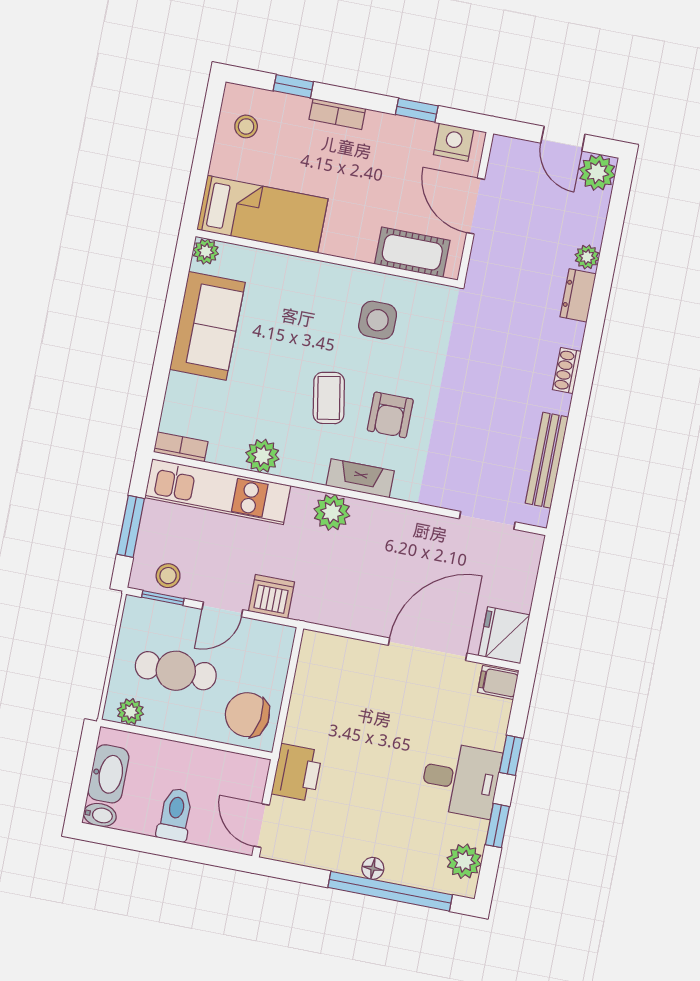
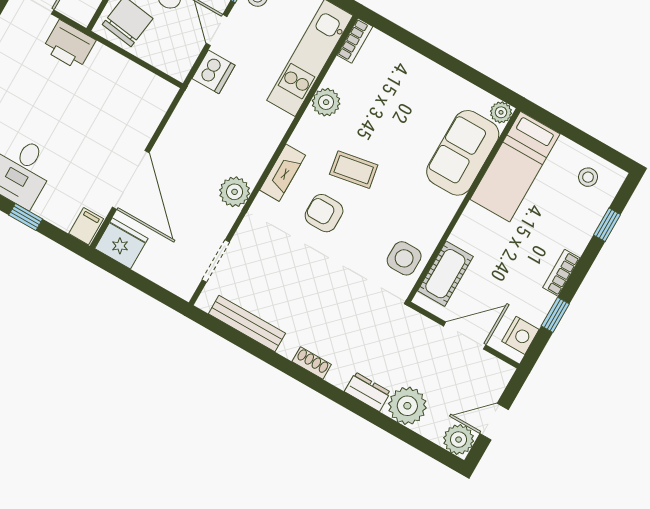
bookcase: (337, 114) -> (561, 273), moved
plant: (587, 257) -> (407, 406), width x1.88, depth x1.88
side table: (378, 320) -> (404, 258), moved
sofa: (207, 326) -> (463, 153), moved, turned 90
plant: (332, 512) -> (235, 192), moved

